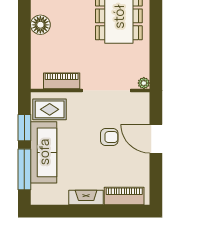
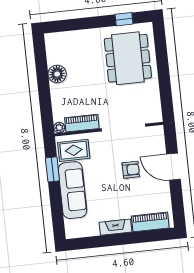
plant: (144, 83) -> (59, 128), moved
window: (24, 169) -> (57, 208), removed

